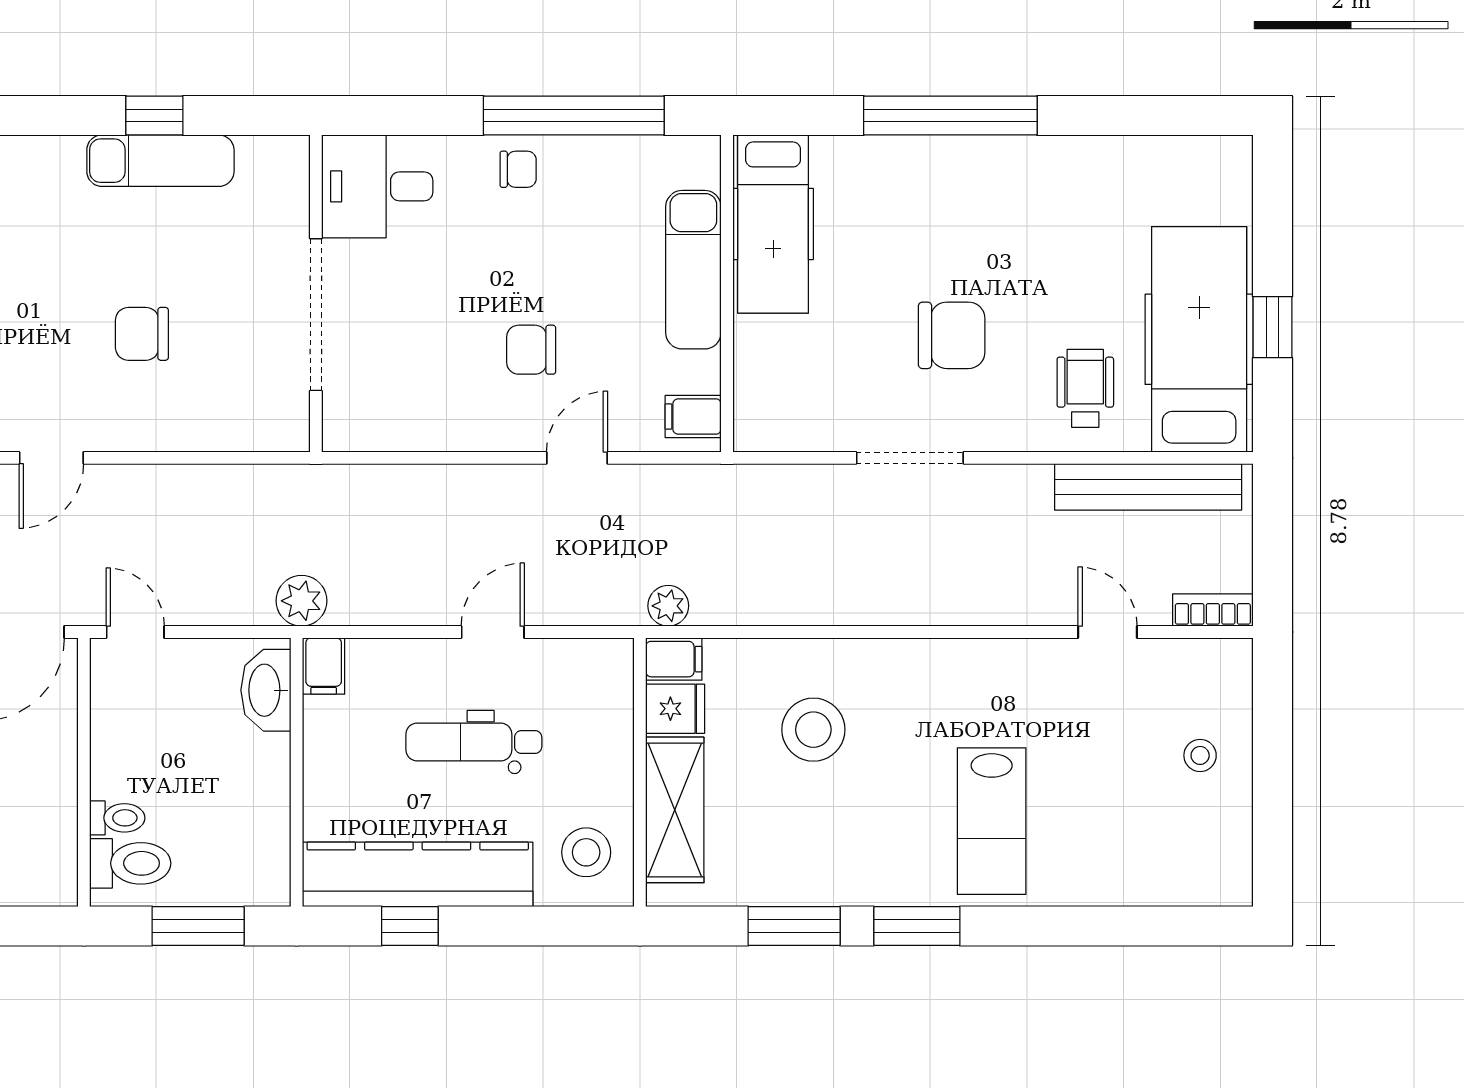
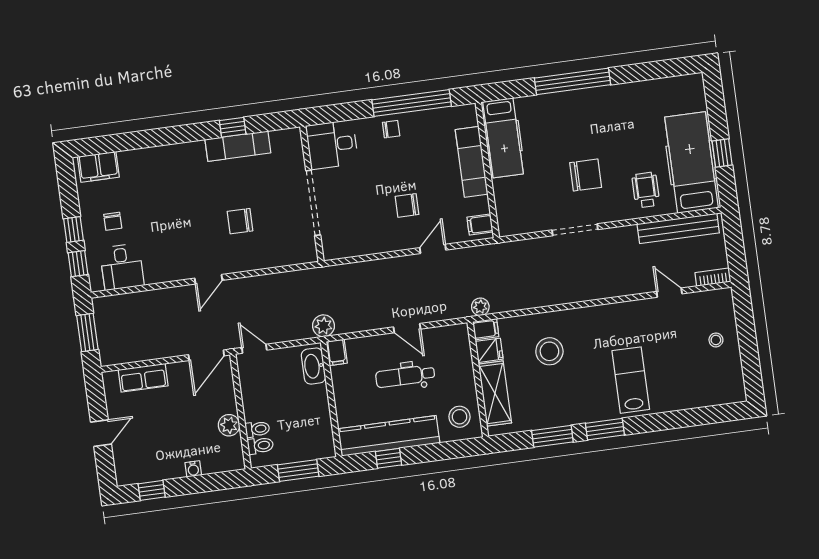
door: (493, 632) -> (407, 328), swing flipped
plant: (53, 800) -> (229, 425), added
lab bench: (992, 821) -> (631, 380), turned 180
toilet: (130, 863) -> (260, 446), width x0.73, depth x0.72

